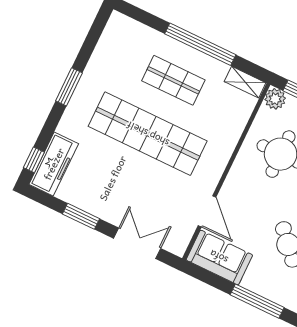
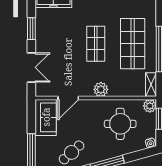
shop shelf: (173, 80) -> (133, 44), width x1.43, depth x1.36
shop shelf: (148, 134) -> (96, 44), width x0.50, depth x0.74
plant: (217, 158) -> (101, 89), added

